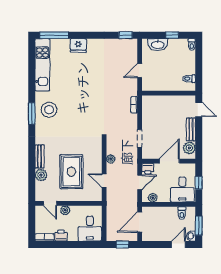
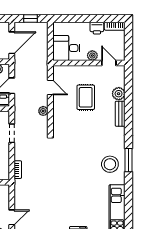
door: (140, 71) -> (12, 217), moved
rug: (71, 172) -> (86, 97), width x0.73, depth x0.70
desk: (90, 229) -> (66, 48), moved, turned -90

